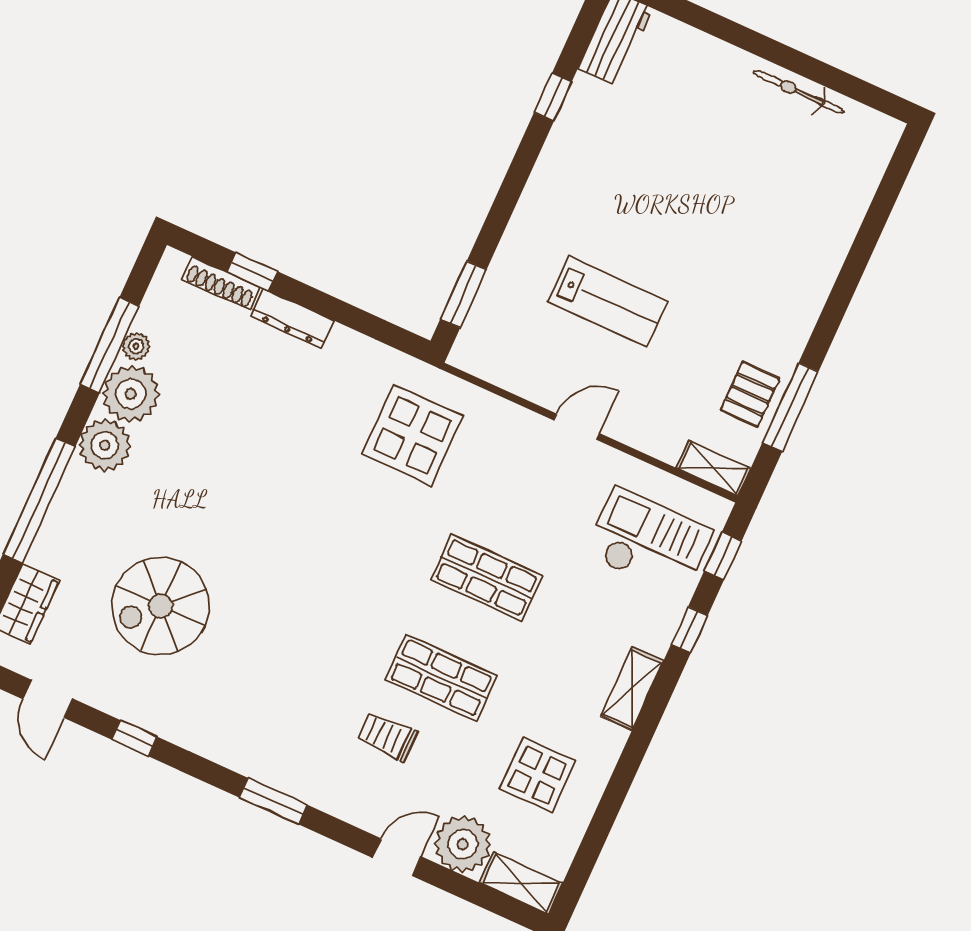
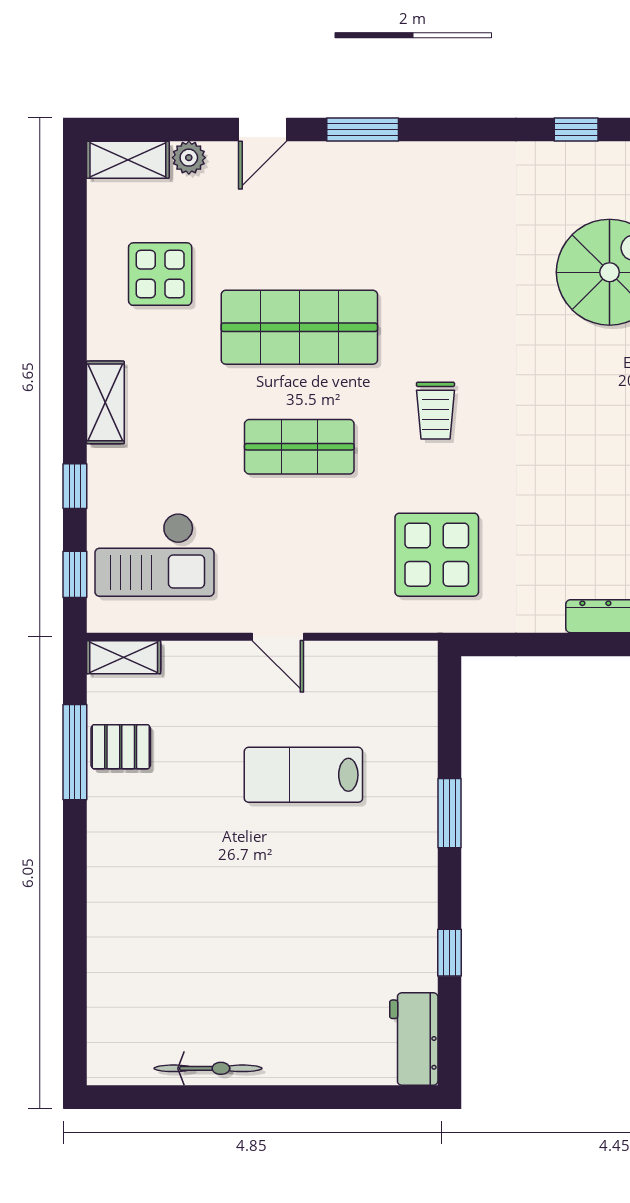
window: (463, 294) -> (450, 813), moved
pallet: (750, 394) -> (121, 747), turned 90
door: (577, 427) -> (278, 637), hinge flipped
shop shelf: (441, 678) -> (299, 327), width x1.43, depth x1.36
trolley: (387, 736) -> (435, 411), moved, turned 90
window: (273, 801) -> (363, 129), moved
plant: (463, 844) -> (189, 158), width x0.53, depth x0.53

